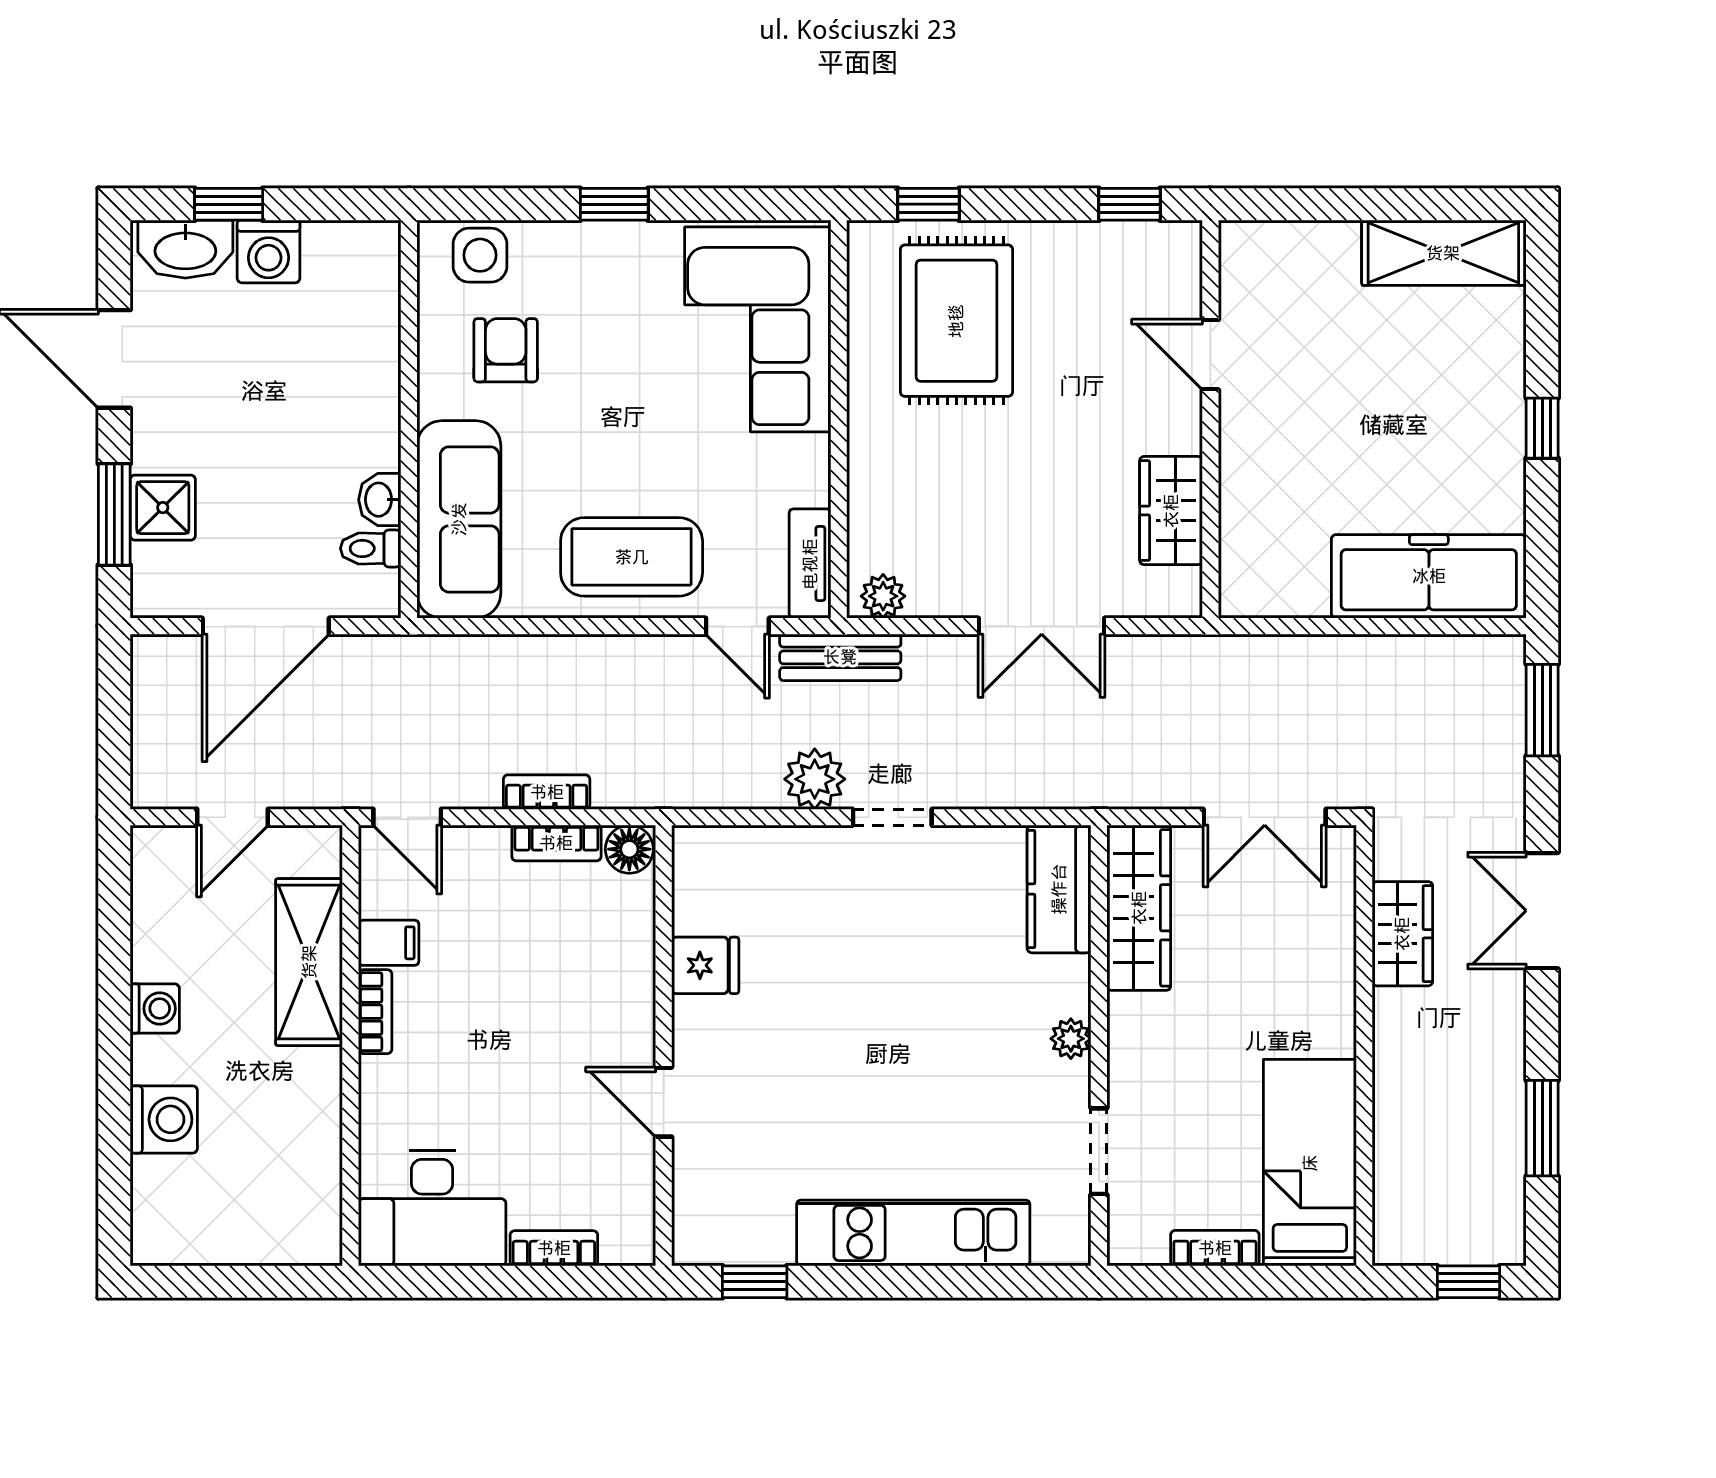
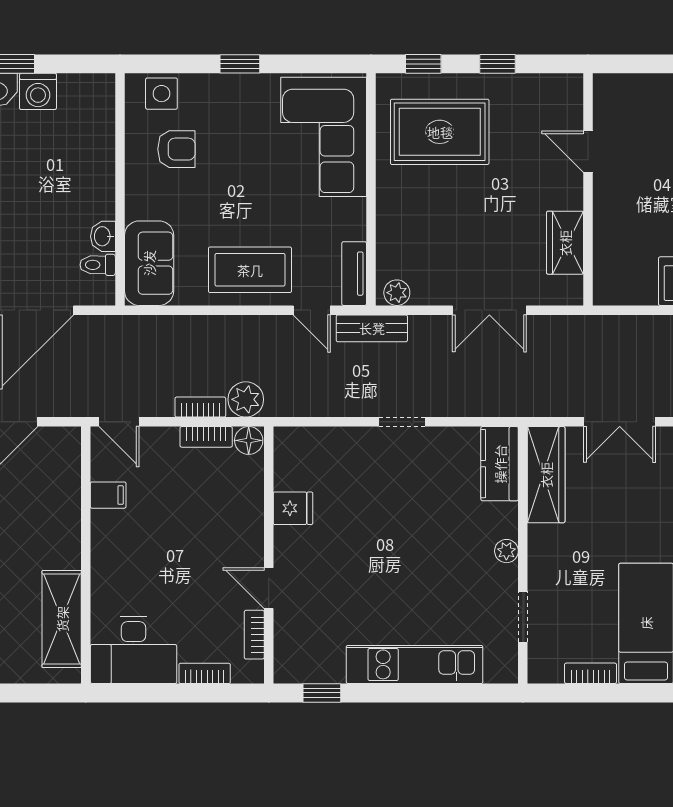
window: (1130, 204) -> (498, 64), moved
rug: (956, 321) -> (440, 132), turned 90
armchair: (506, 350) -> (176, 149), turned 90
sofa: (459, 519) -> (149, 263), width x0.73
plant: (815, 779) -> (246, 399), moved
shelving: (309, 962) -> (62, 619), moved
bookcase: (375, 1012) -> (254, 635), moved, turned 180

